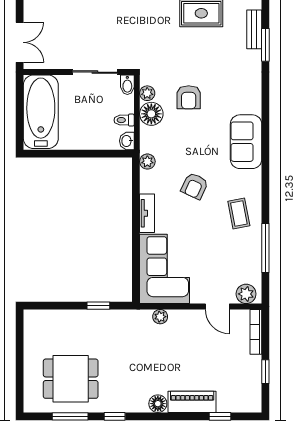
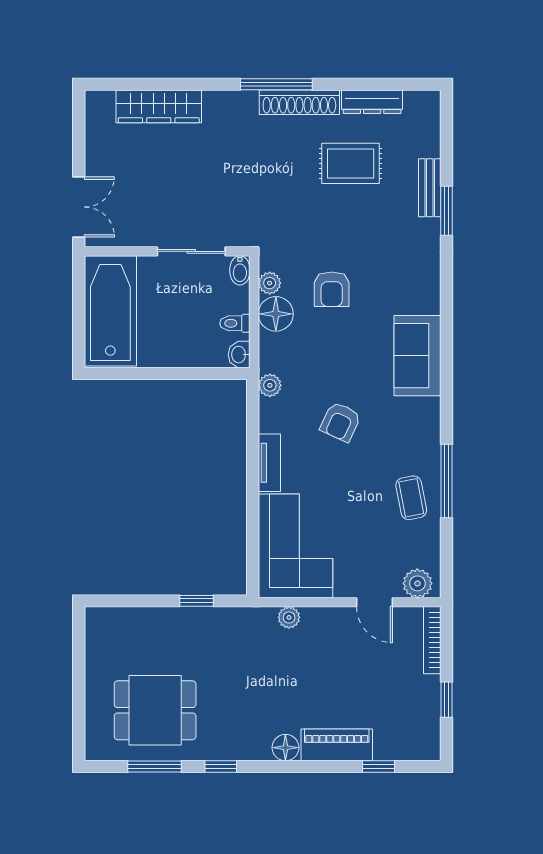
coffee table: (239, 214) -> (411, 498), moved
window: (265, 248) -> (446, 481), moved

